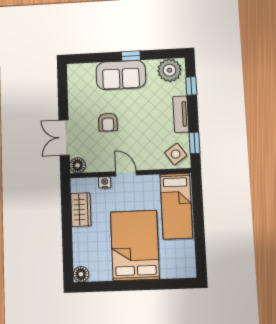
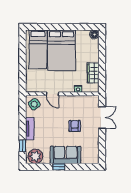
window: (194, 143) -> (23, 110), removed
floor lamp: (78, 165) -> (94, 100), removed
door: (126, 173) -> (52, 94), moved
bed: (176, 206) -> (38, 49), moved, turned 180

